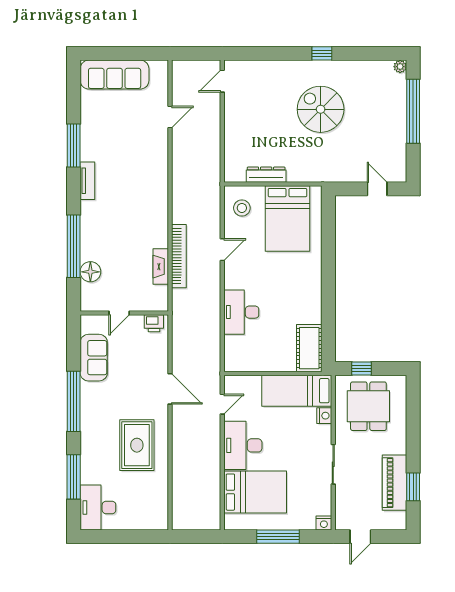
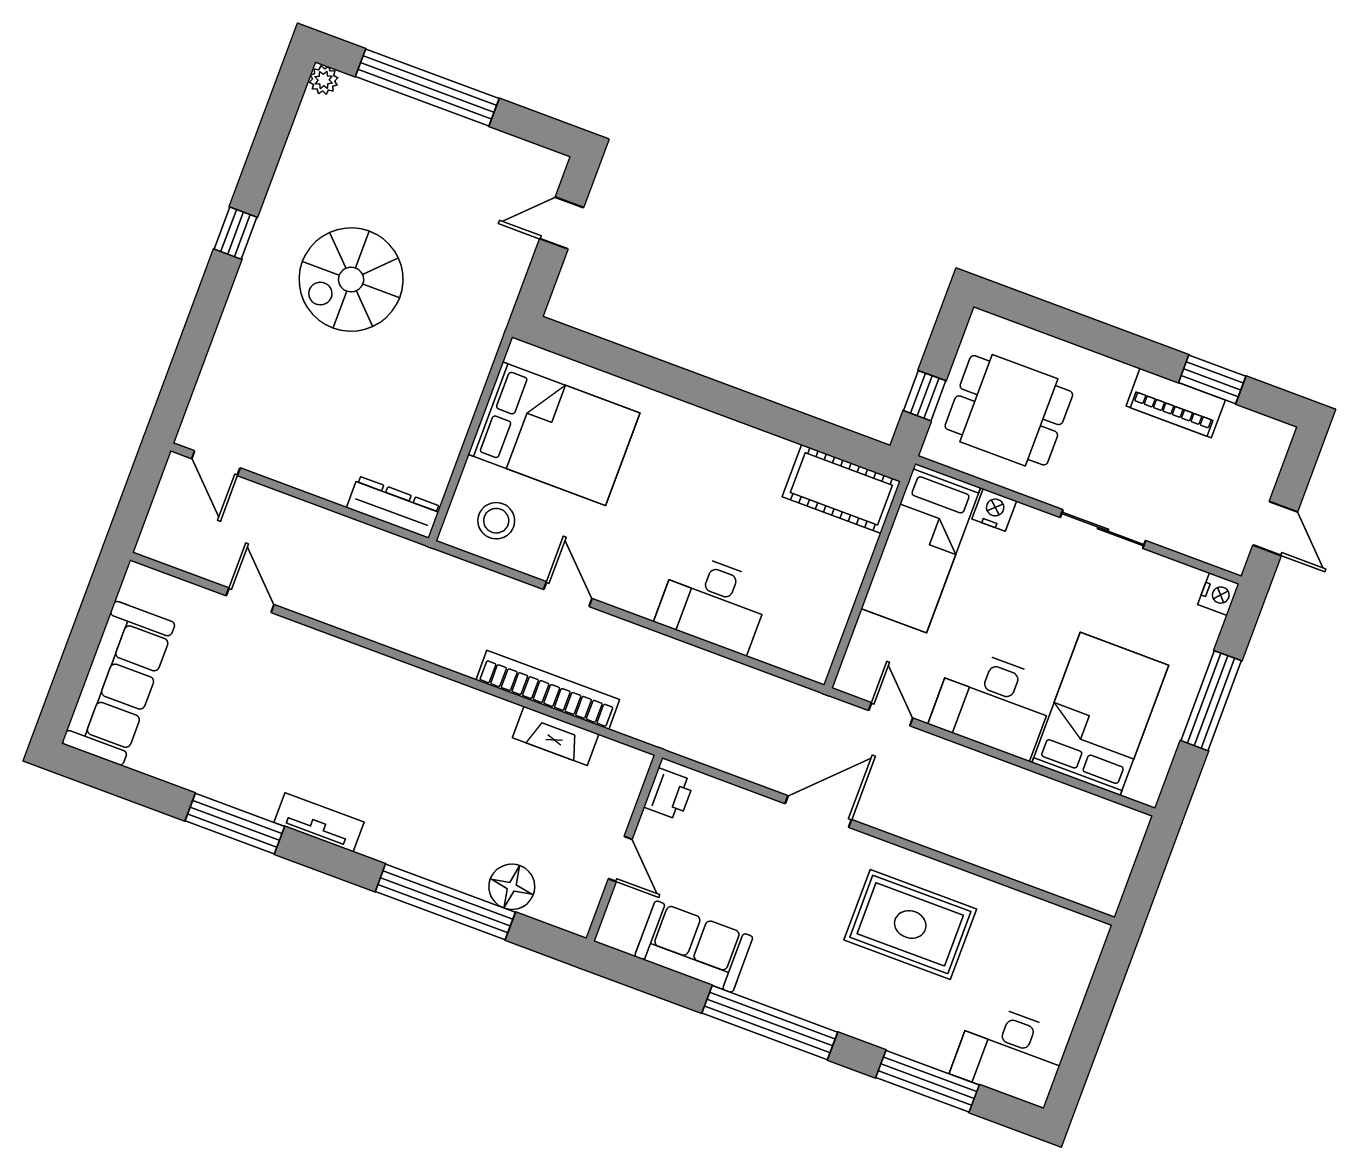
dresser: (266, 175) -> (394, 507), moved, turned 90
piano: (395, 483) -> (1176, 403), width x0.73, depth x0.75

